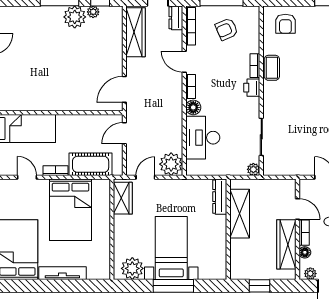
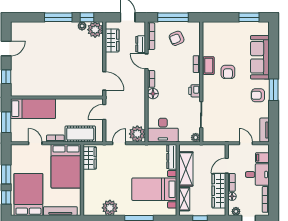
plant: (75, 17) -> (95, 30), moved
dresser: (176, 18) -> (141, 44), moved
armchair: (285, 24) -> (228, 72), moved
wardrobe: (136, 32) -> (112, 40), width x0.67
printer: (252, 88) -> (194, 91), moved
door: (124, 89) -> (104, 81), swing flipped
desk: (203, 138) -> (163, 130), moved, turned -90
wardrobe: (123, 198) -> (90, 158), moved
door: (297, 209) -> (227, 166), swing flipped
wall: (112, 229) -> (82, 180), moved
bed with nightstands: (171, 248) -> (154, 189), moved, turned -90
shelving: (237, 256) -> (184, 199), added

